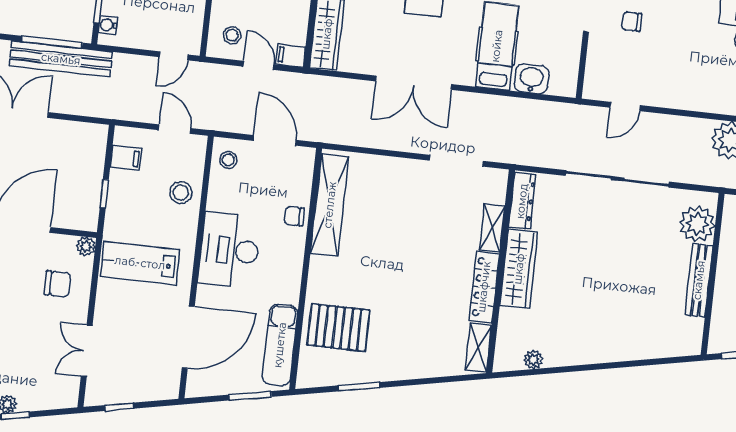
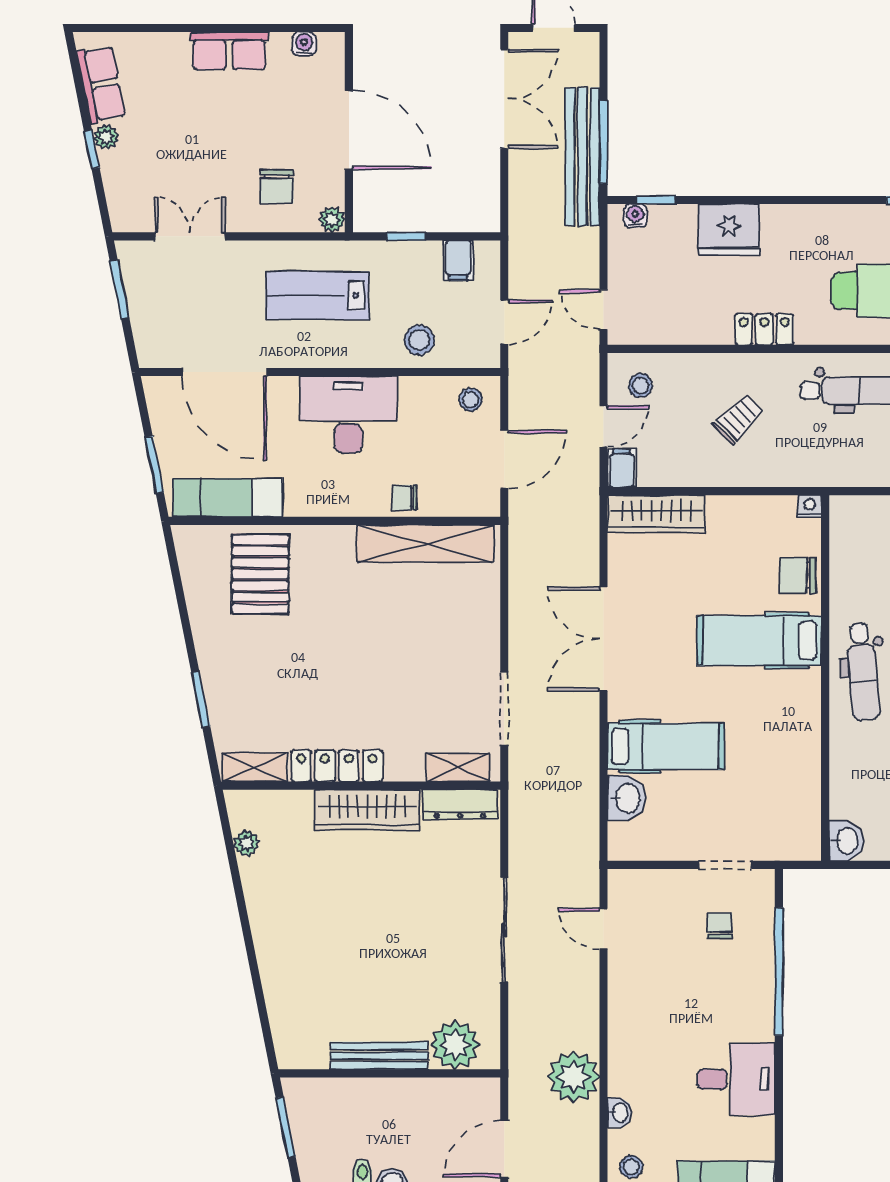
sliding door: (617, 179) -> (504, 930), width x0.73
chair: (294, 216) -> (404, 497), turned -90
shelving: (492, 228) -> (458, 767), moved
lab bench: (140, 263) -> (317, 296), turned -90
window: (359, 387) -> (201, 699), moved
window: (119, 407) -> (119, 289), width x1.50

